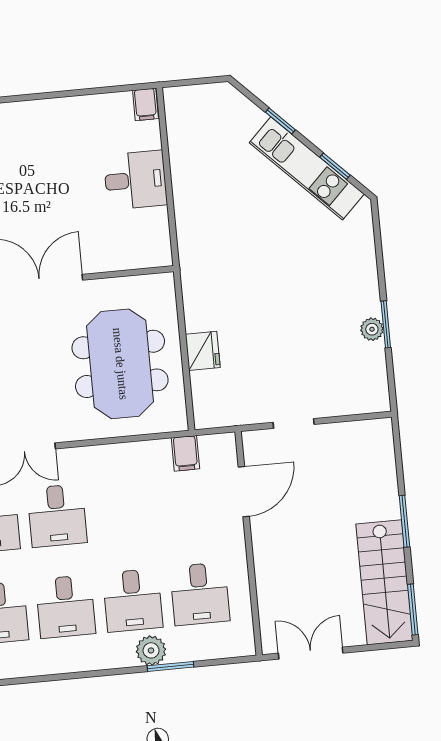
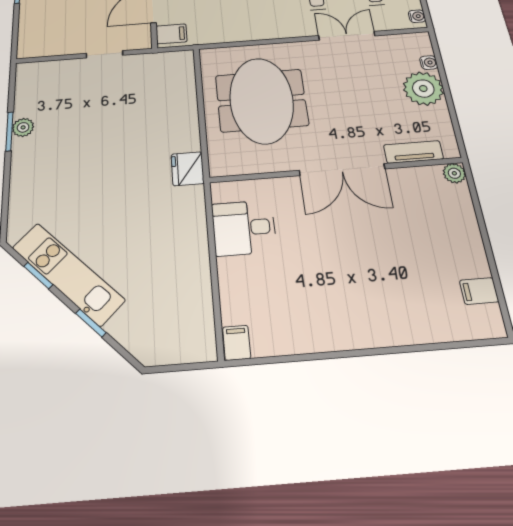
desk: (135, 180) -> (244, 228), moved
fridge: (203, 351) -> (188, 169), moved
filing cabinet: (185, 453) -> (171, 34), moved, turned 90

